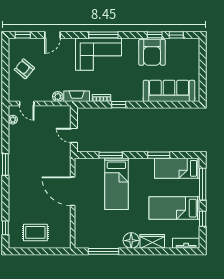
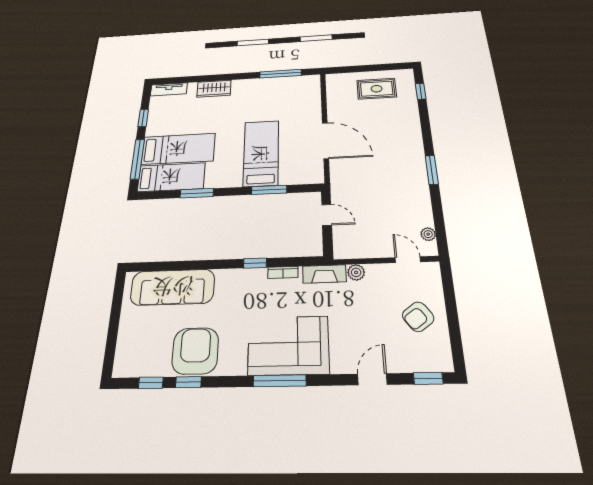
armchair: (24, 69) -> (418, 317), turned 104
bed: (174, 208) -> (178, 149), moved
floor lamp: (131, 241) -> (242, 88), removed

